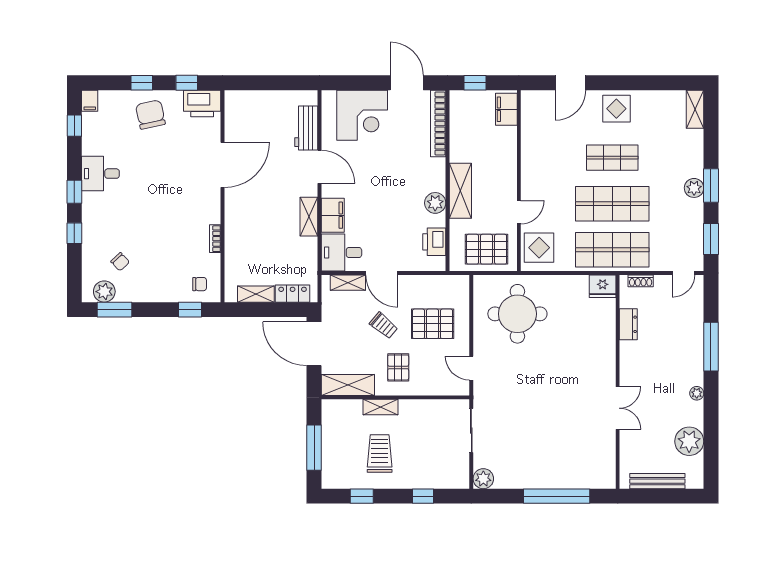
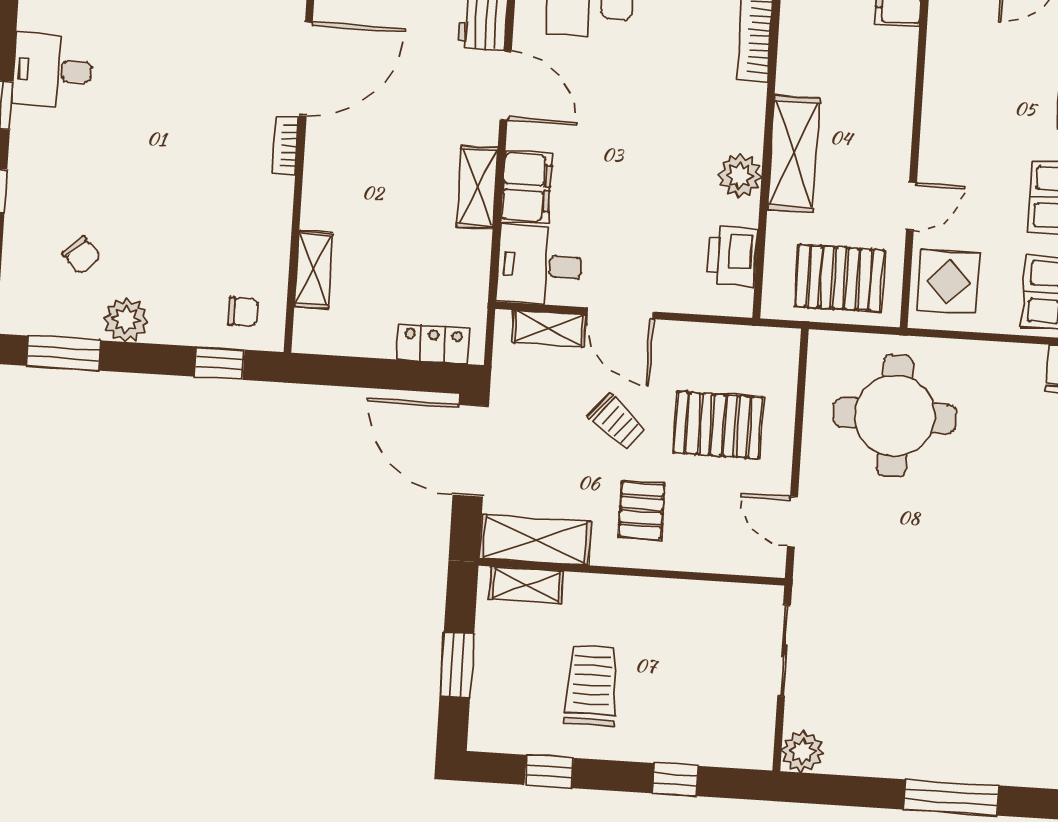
bookcase: (215, 239) -> (285, 145), moved
plant: (104, 292) -> (126, 320), moved
shelving: (256, 294) -> (314, 270), moved, turned 90
shelving: (381, 407) -> (526, 585), moved
window: (314, 448) -> (457, 665), width x0.69
window: (557, 496) -> (951, 797), width x0.68

